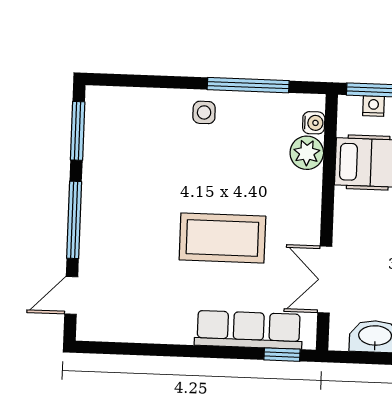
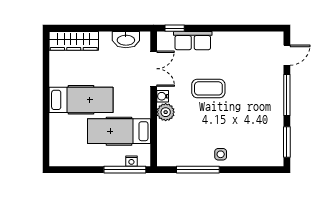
water cooler: (314, 123) -> (163, 96), moved
plant: (307, 153) -> (166, 112), moved
coffee table: (222, 238) -> (208, 88), width x0.73, depth x0.76
row of seats: (249, 330) -> (193, 41), width x0.68

